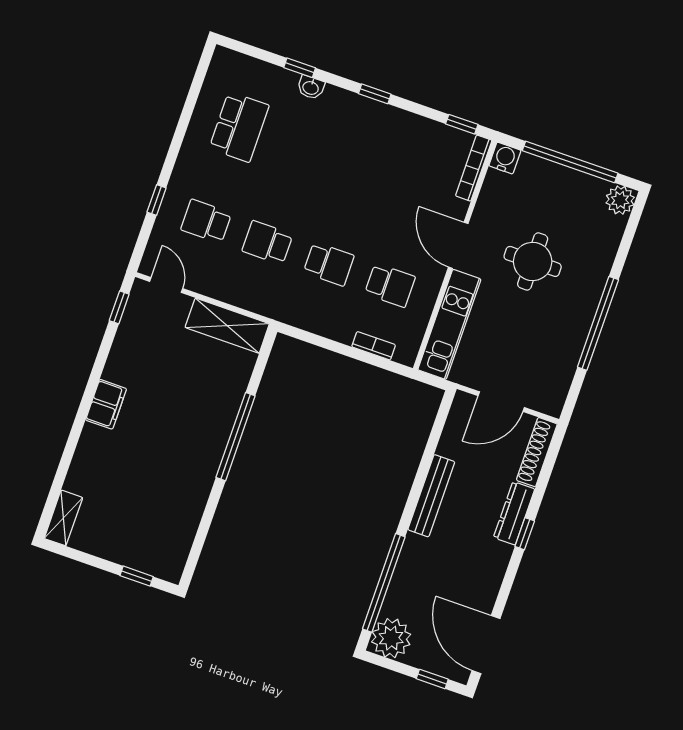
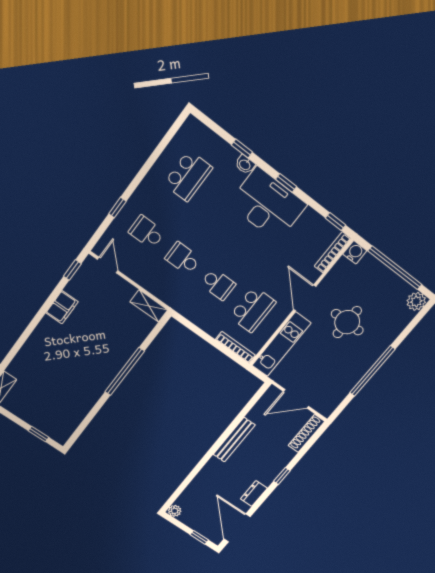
desk: (360, 131) -> (268, 205), added
school desk: (390, 285) -> (253, 309), width x1.85
shelving: (227, 326) -> (149, 306), width x0.67, depth x0.75
bookcase: (374, 346) -> (235, 347), width x1.56
filing cabinet: (106, 404) -> (62, 307), moved
dresser: (514, 513) -> (254, 494), moved, width x0.70
window: (384, 583) -> (189, 479), removed
plant: (391, 638) -> (175, 511), width x0.53, depth x0.53

